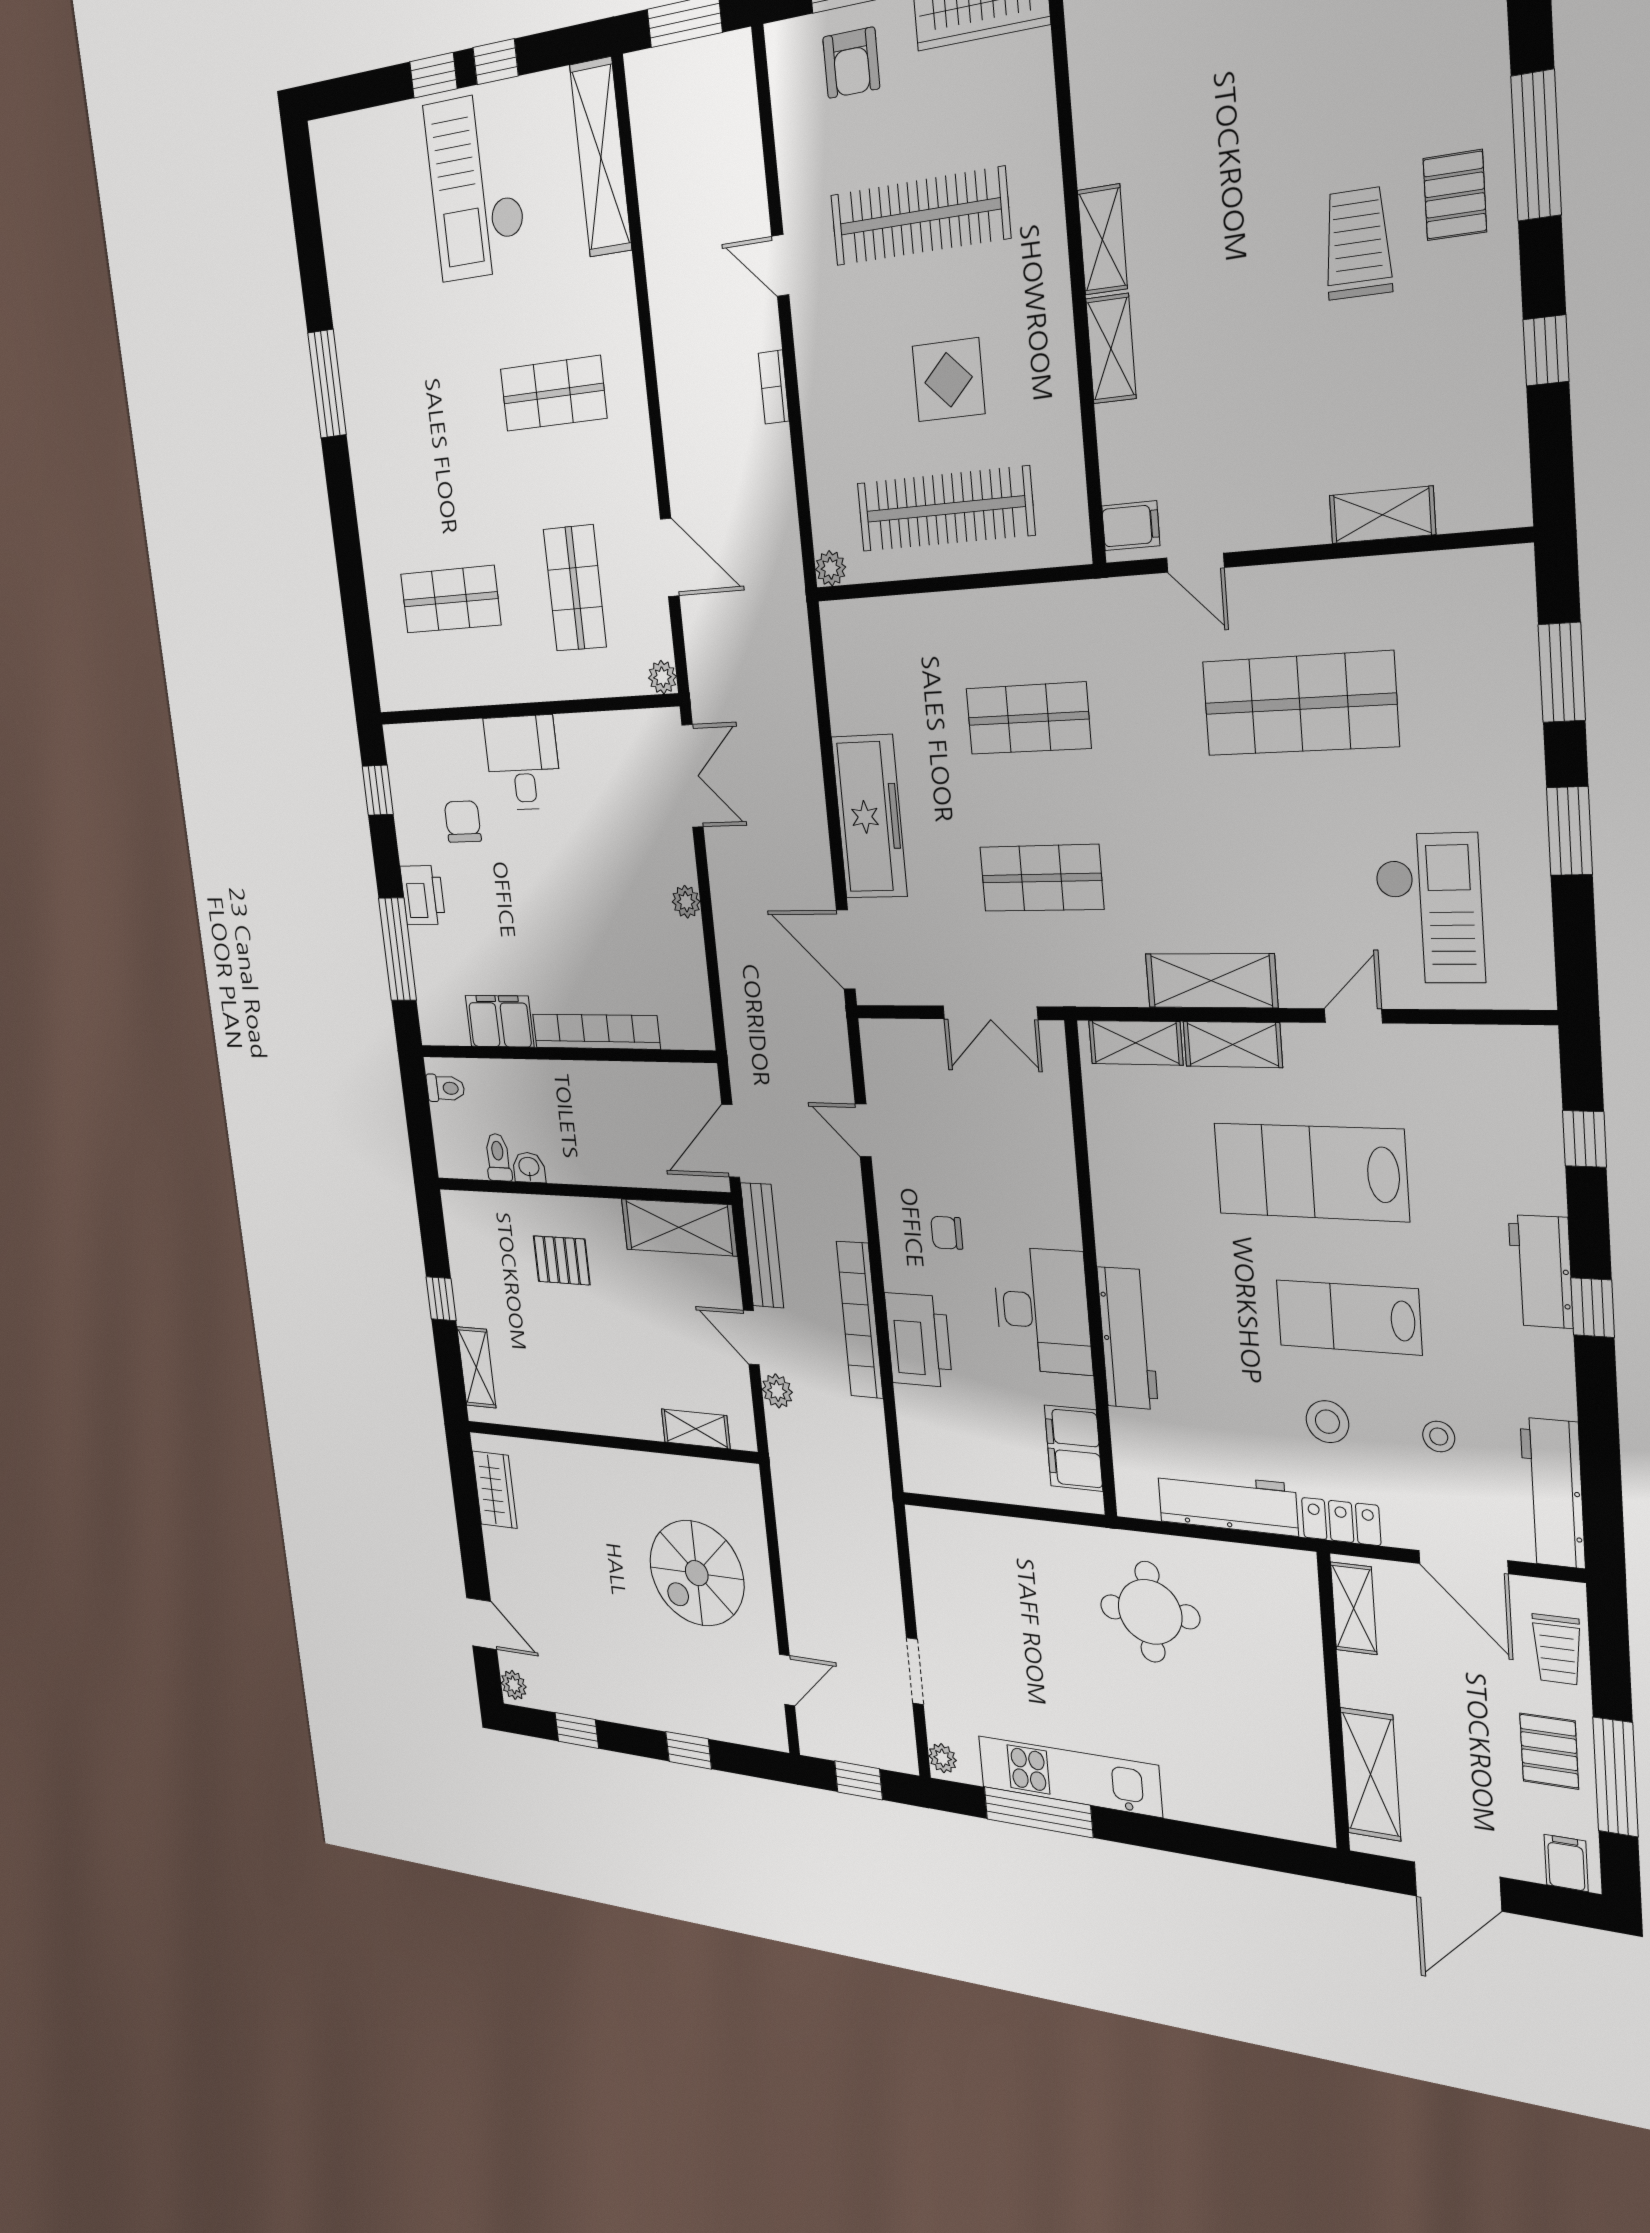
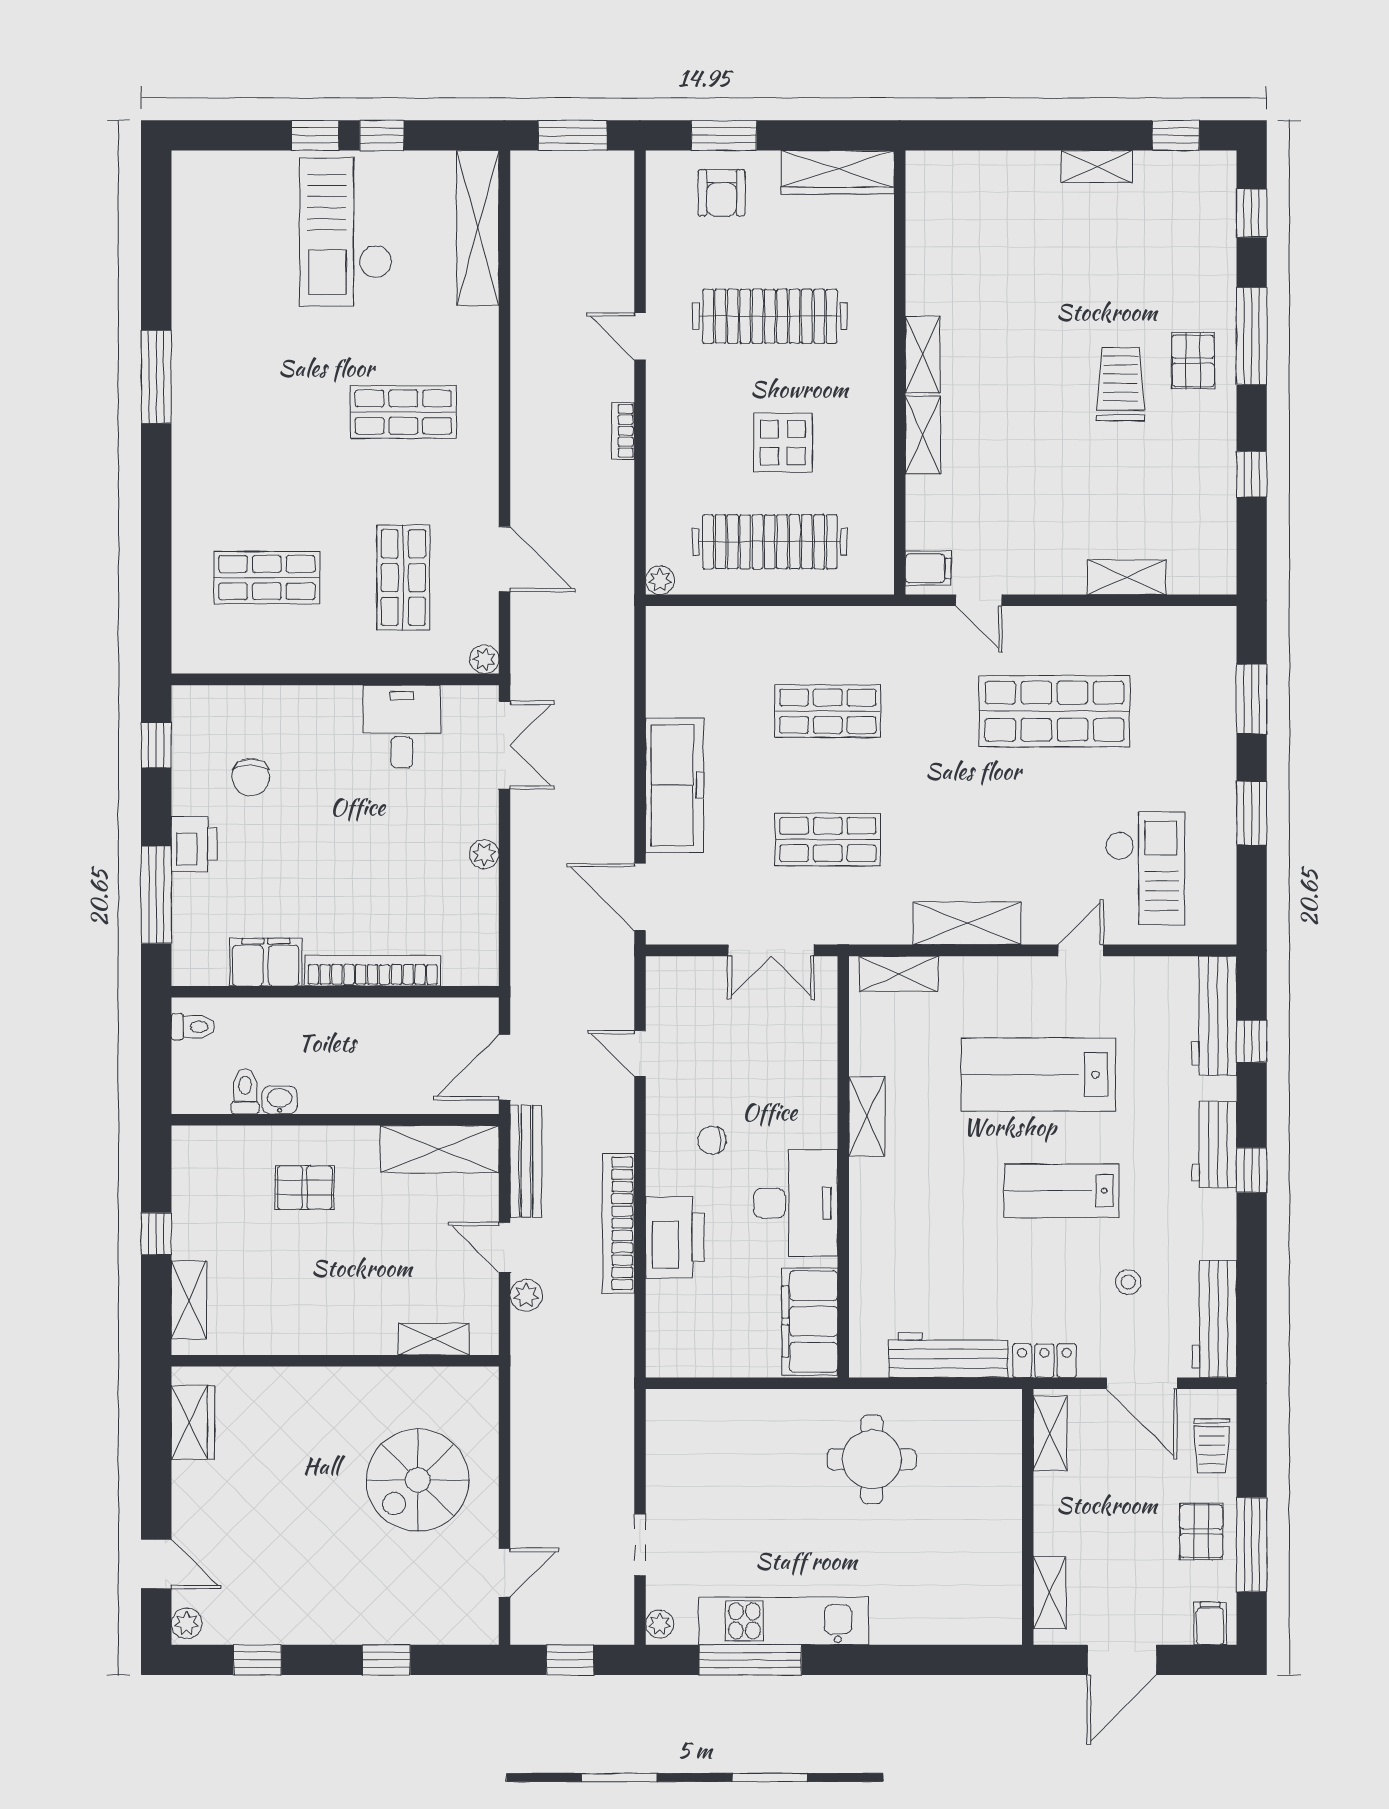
desk: (523, 763) -> (402, 727), moved
chair: (463, 822) -> (251, 777), turned 180
shelving: (1233, 1044) -> (867, 1116), moved, turned 90
workbench: (1128, 1338) -> (1214, 1016), moved, turned 180
stool: (1327, 1422) -> (1038, 1278), removed
filing cabinet: (1073, 1448) -> (810, 1321), width x1.50, depth x1.17
shelving: (1371, 1774) -> (1050, 1593), width x0.67, depth x0.75

